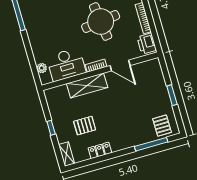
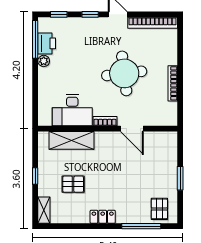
printer: (147, 44) -> (47, 43), moved, turned 180
plant: (42, 68) -> (44, 61), moved
shelving: (87, 85) -> (72, 140), moved
locker: (100, 150) -> (103, 217), moved

